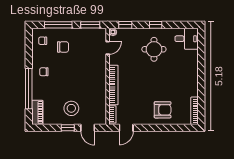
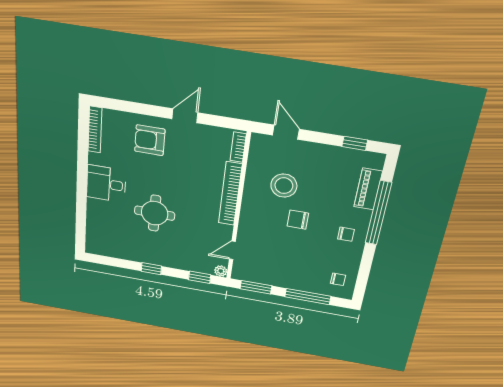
desk: (187, 39) -> (106, 184), moved
chair: (63, 47) -> (298, 220), moved
round table: (154, 49) -> (155, 213), moved
stool: (71, 108) -> (284, 186), moved
piano: (37, 112) -> (368, 189), moved
window: (68, 128) -> (355, 143), moved
door: (126, 128) -> (185, 116), moved

